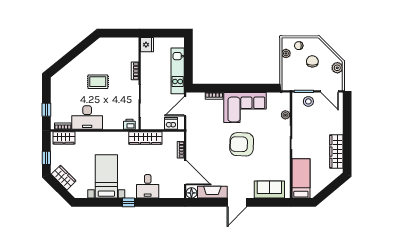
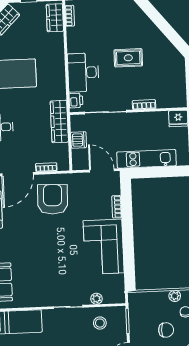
rug: (98, 82) -> (128, 58), turned 90
stool: (308, 101) -> (100, 323), moved
desk: (87, 118) -> (83, 72), moved
dishwasher: (171, 123) -> (79, 140), moved
armchair: (242, 144) -> (53, 199), moved

